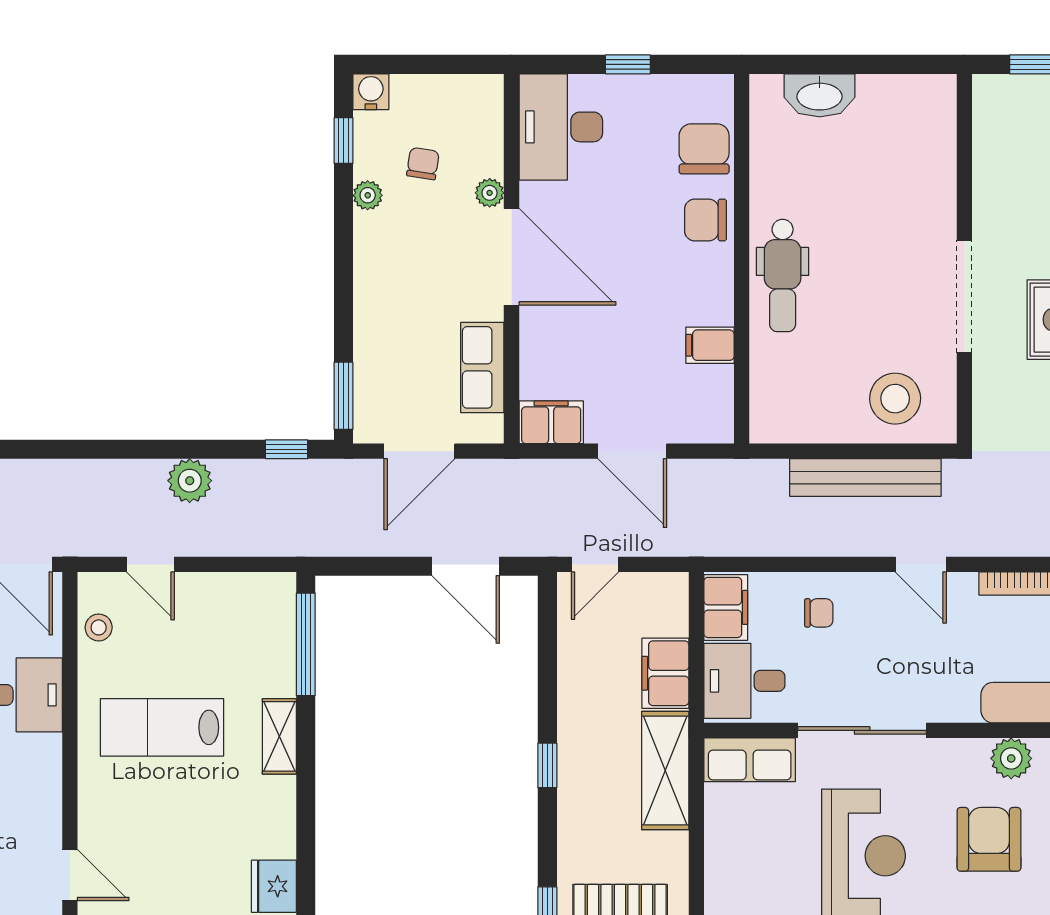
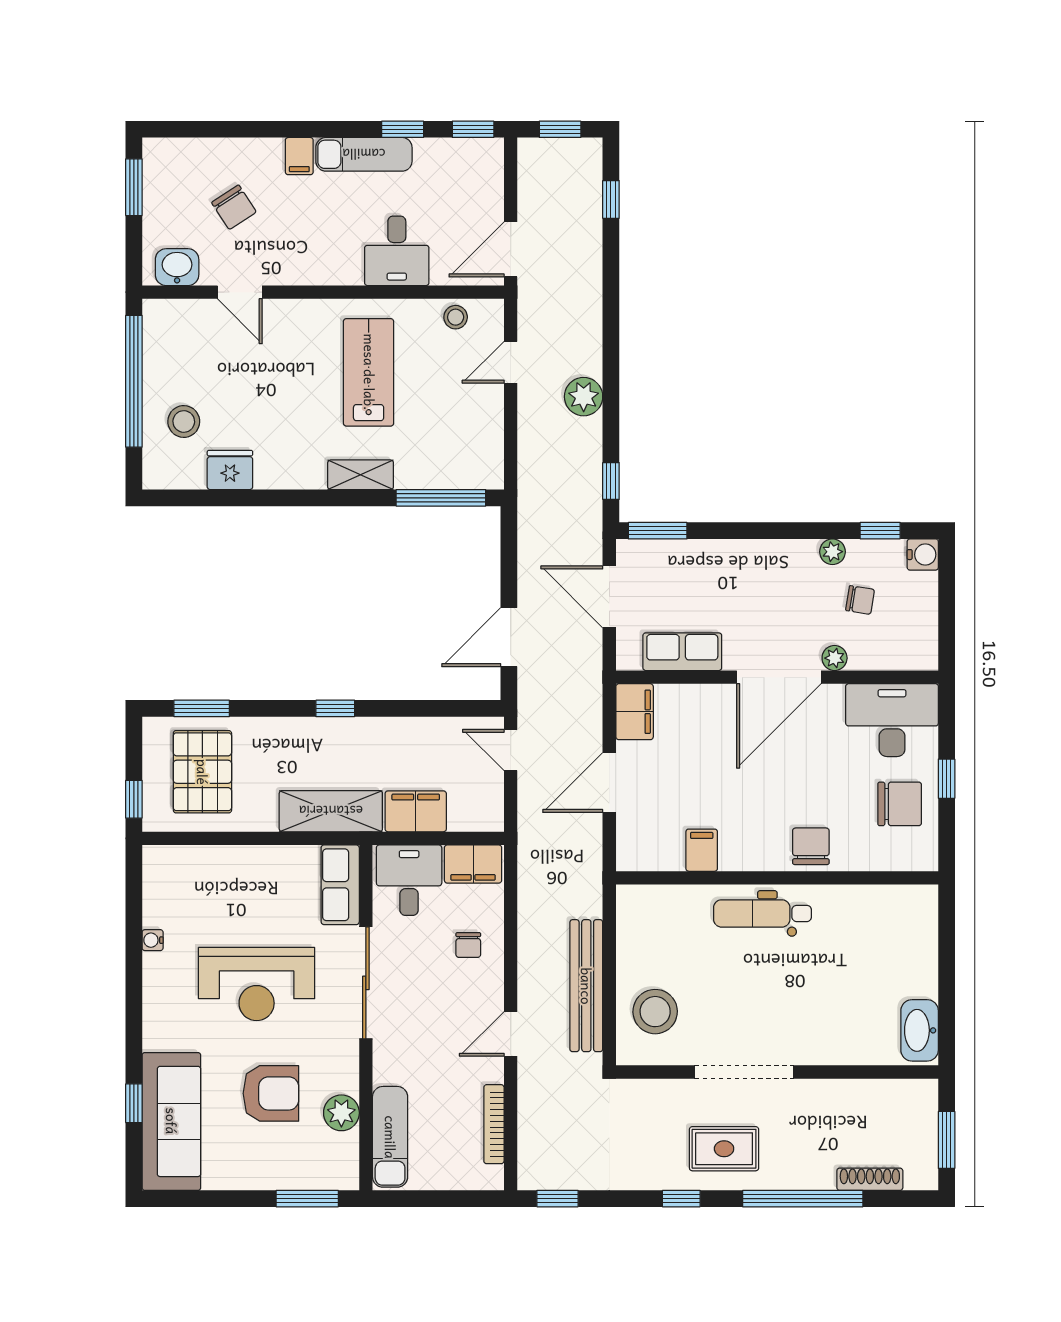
washbasin: (820, 95) -> (920, 1030), moved
chair: (704, 149) -> (900, 804), moved
door: (70, 875) -> (240, 292), hinge flipped

